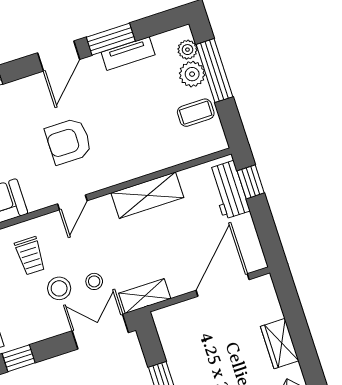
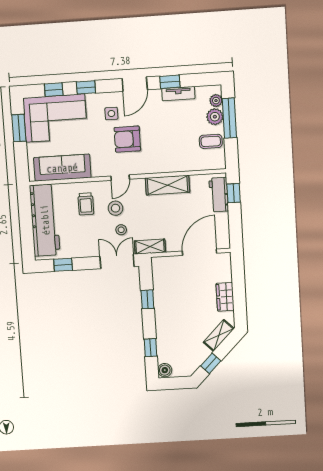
window: (111, 39) -> (170, 82), width x0.67
side table: (35, 109) -> (111, 113), added
stool: (59, 288) -> (116, 208), moved

